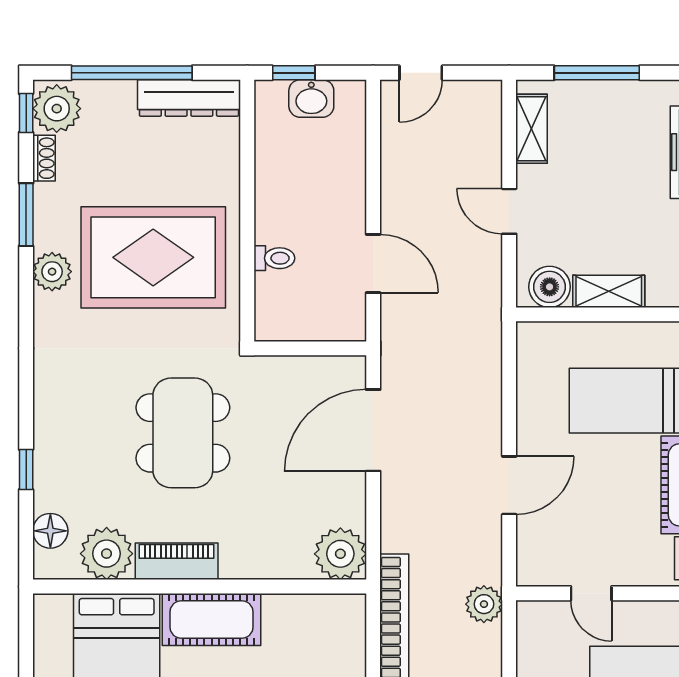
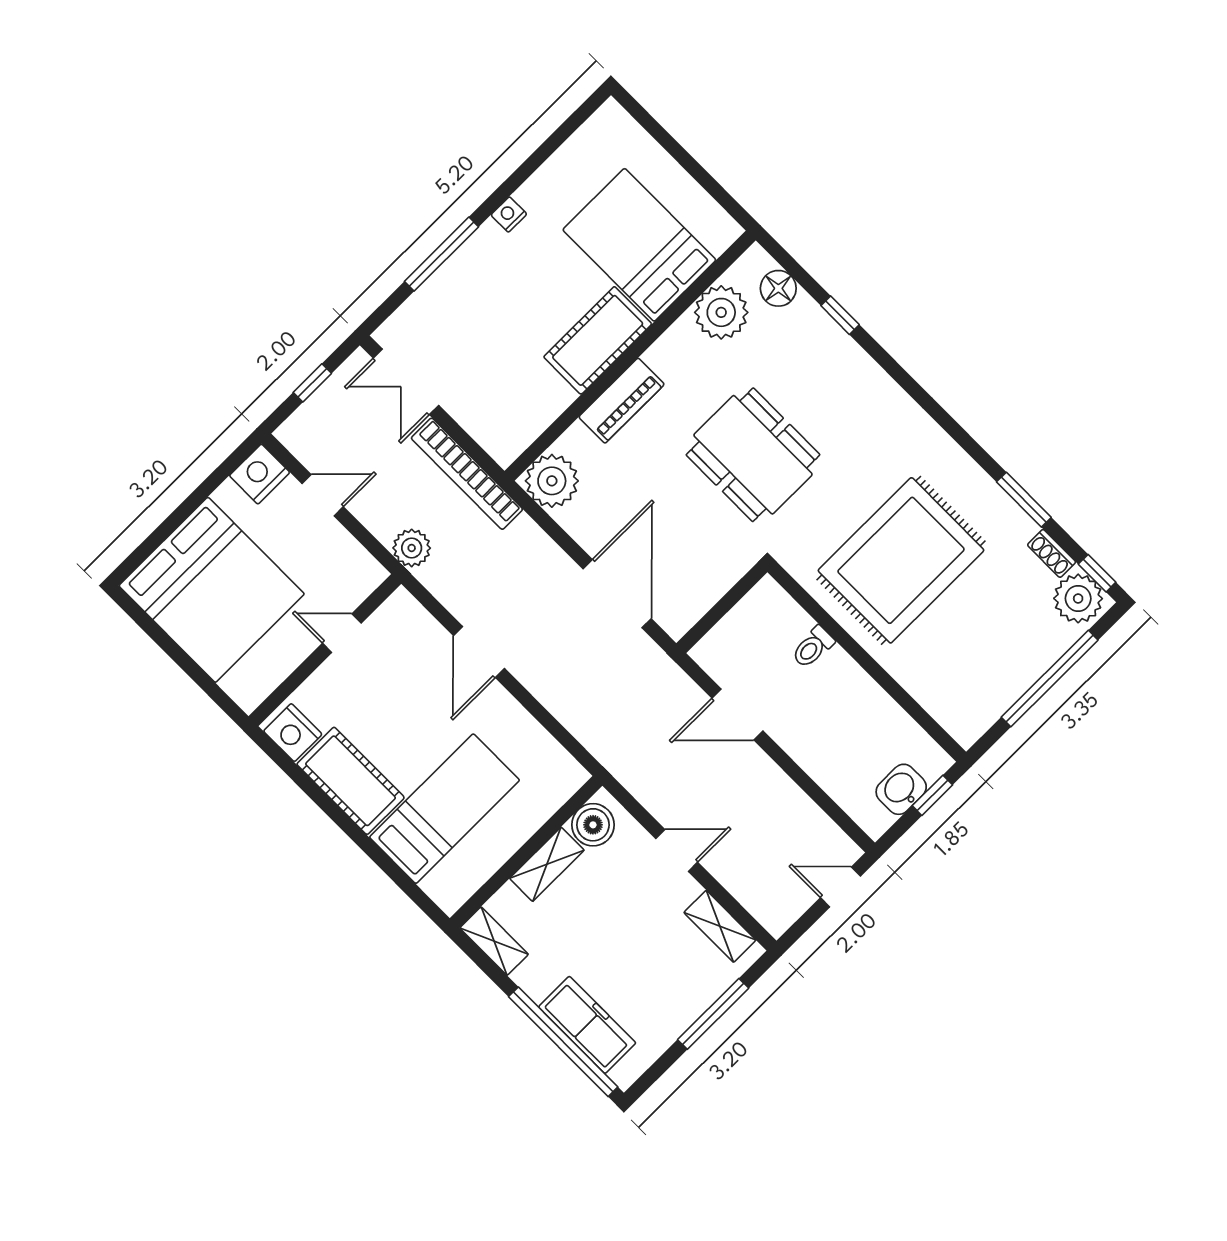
door: (421, 73) -> (841, 887), hinge flipped
dresser: (189, 98) -> (990, 702), removed
plant: (52, 272) -> (964, 477), removed
piano: (177, 561) -> (622, 401), moved

